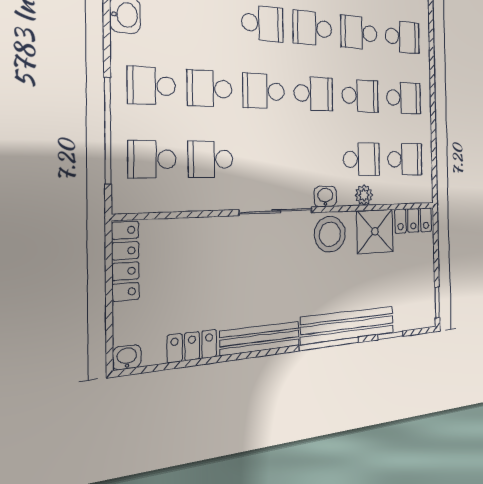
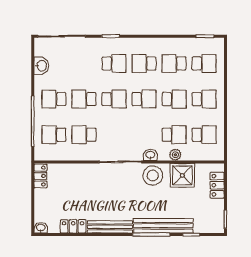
school desk: (264, 91) -> (114, 99), turned 180
locker: (413, 220) -> (217, 185), moved, turned 90
locker: (125, 261) -> (40, 176), width x0.66

